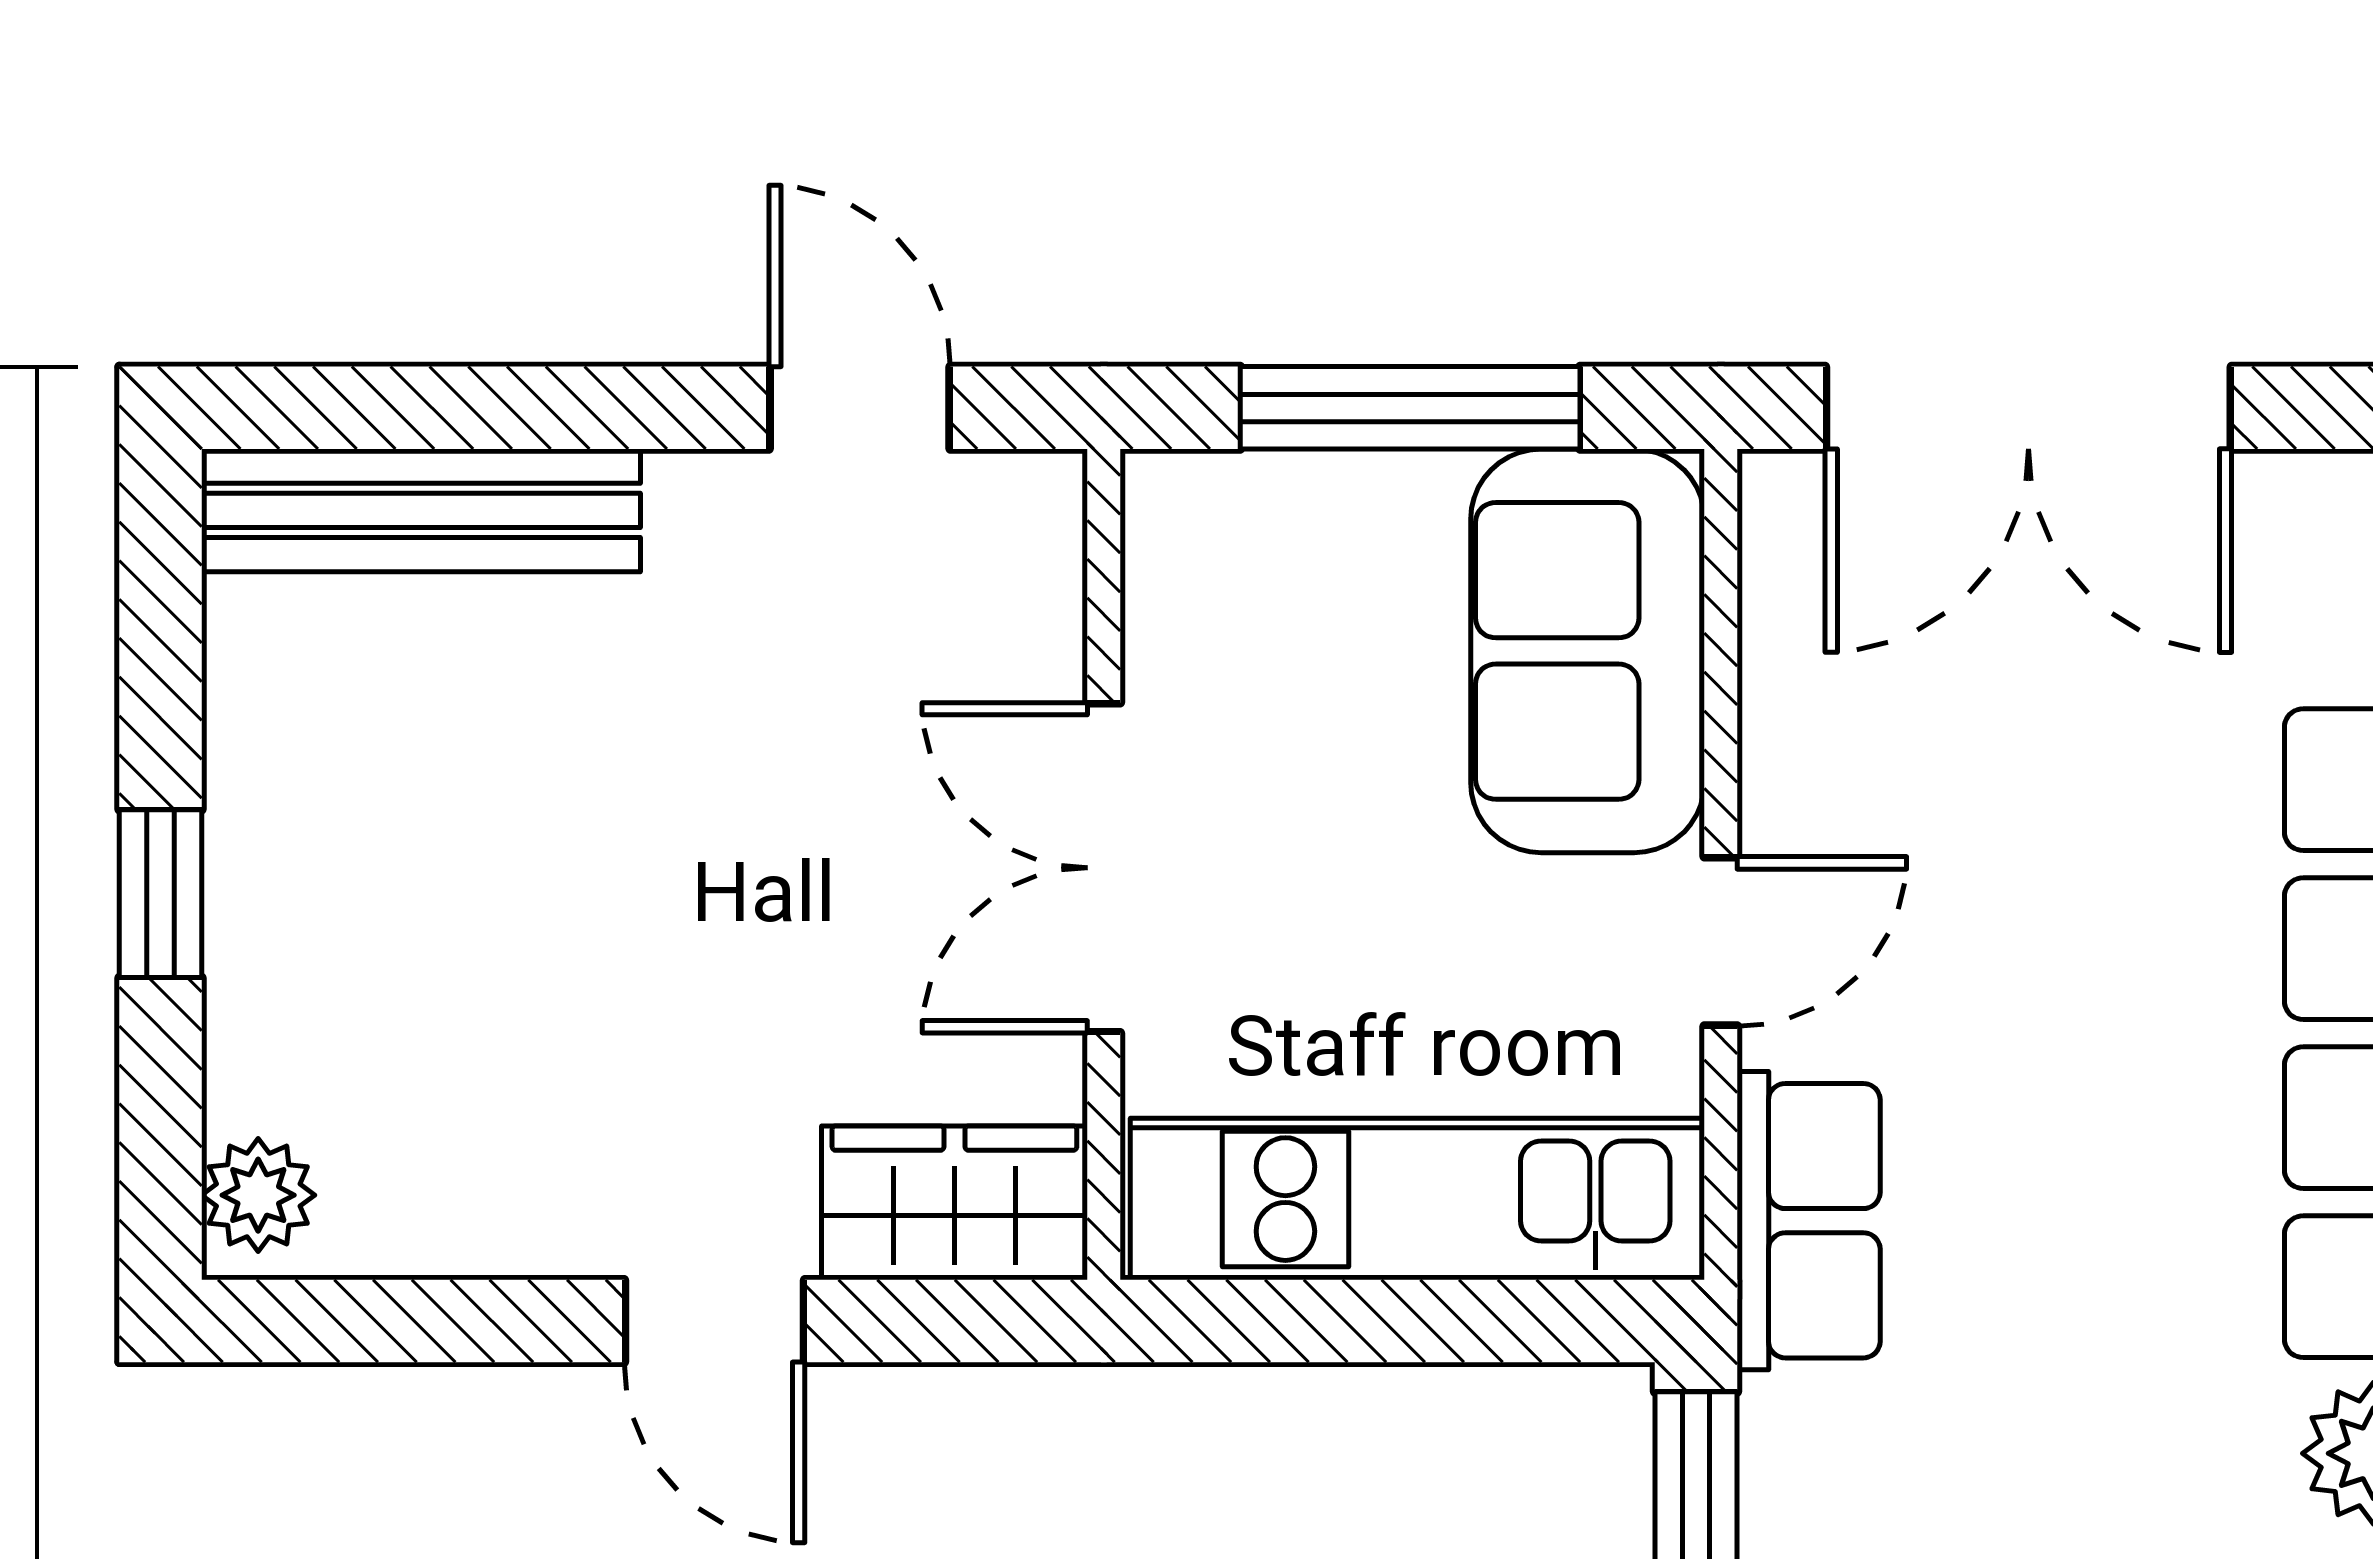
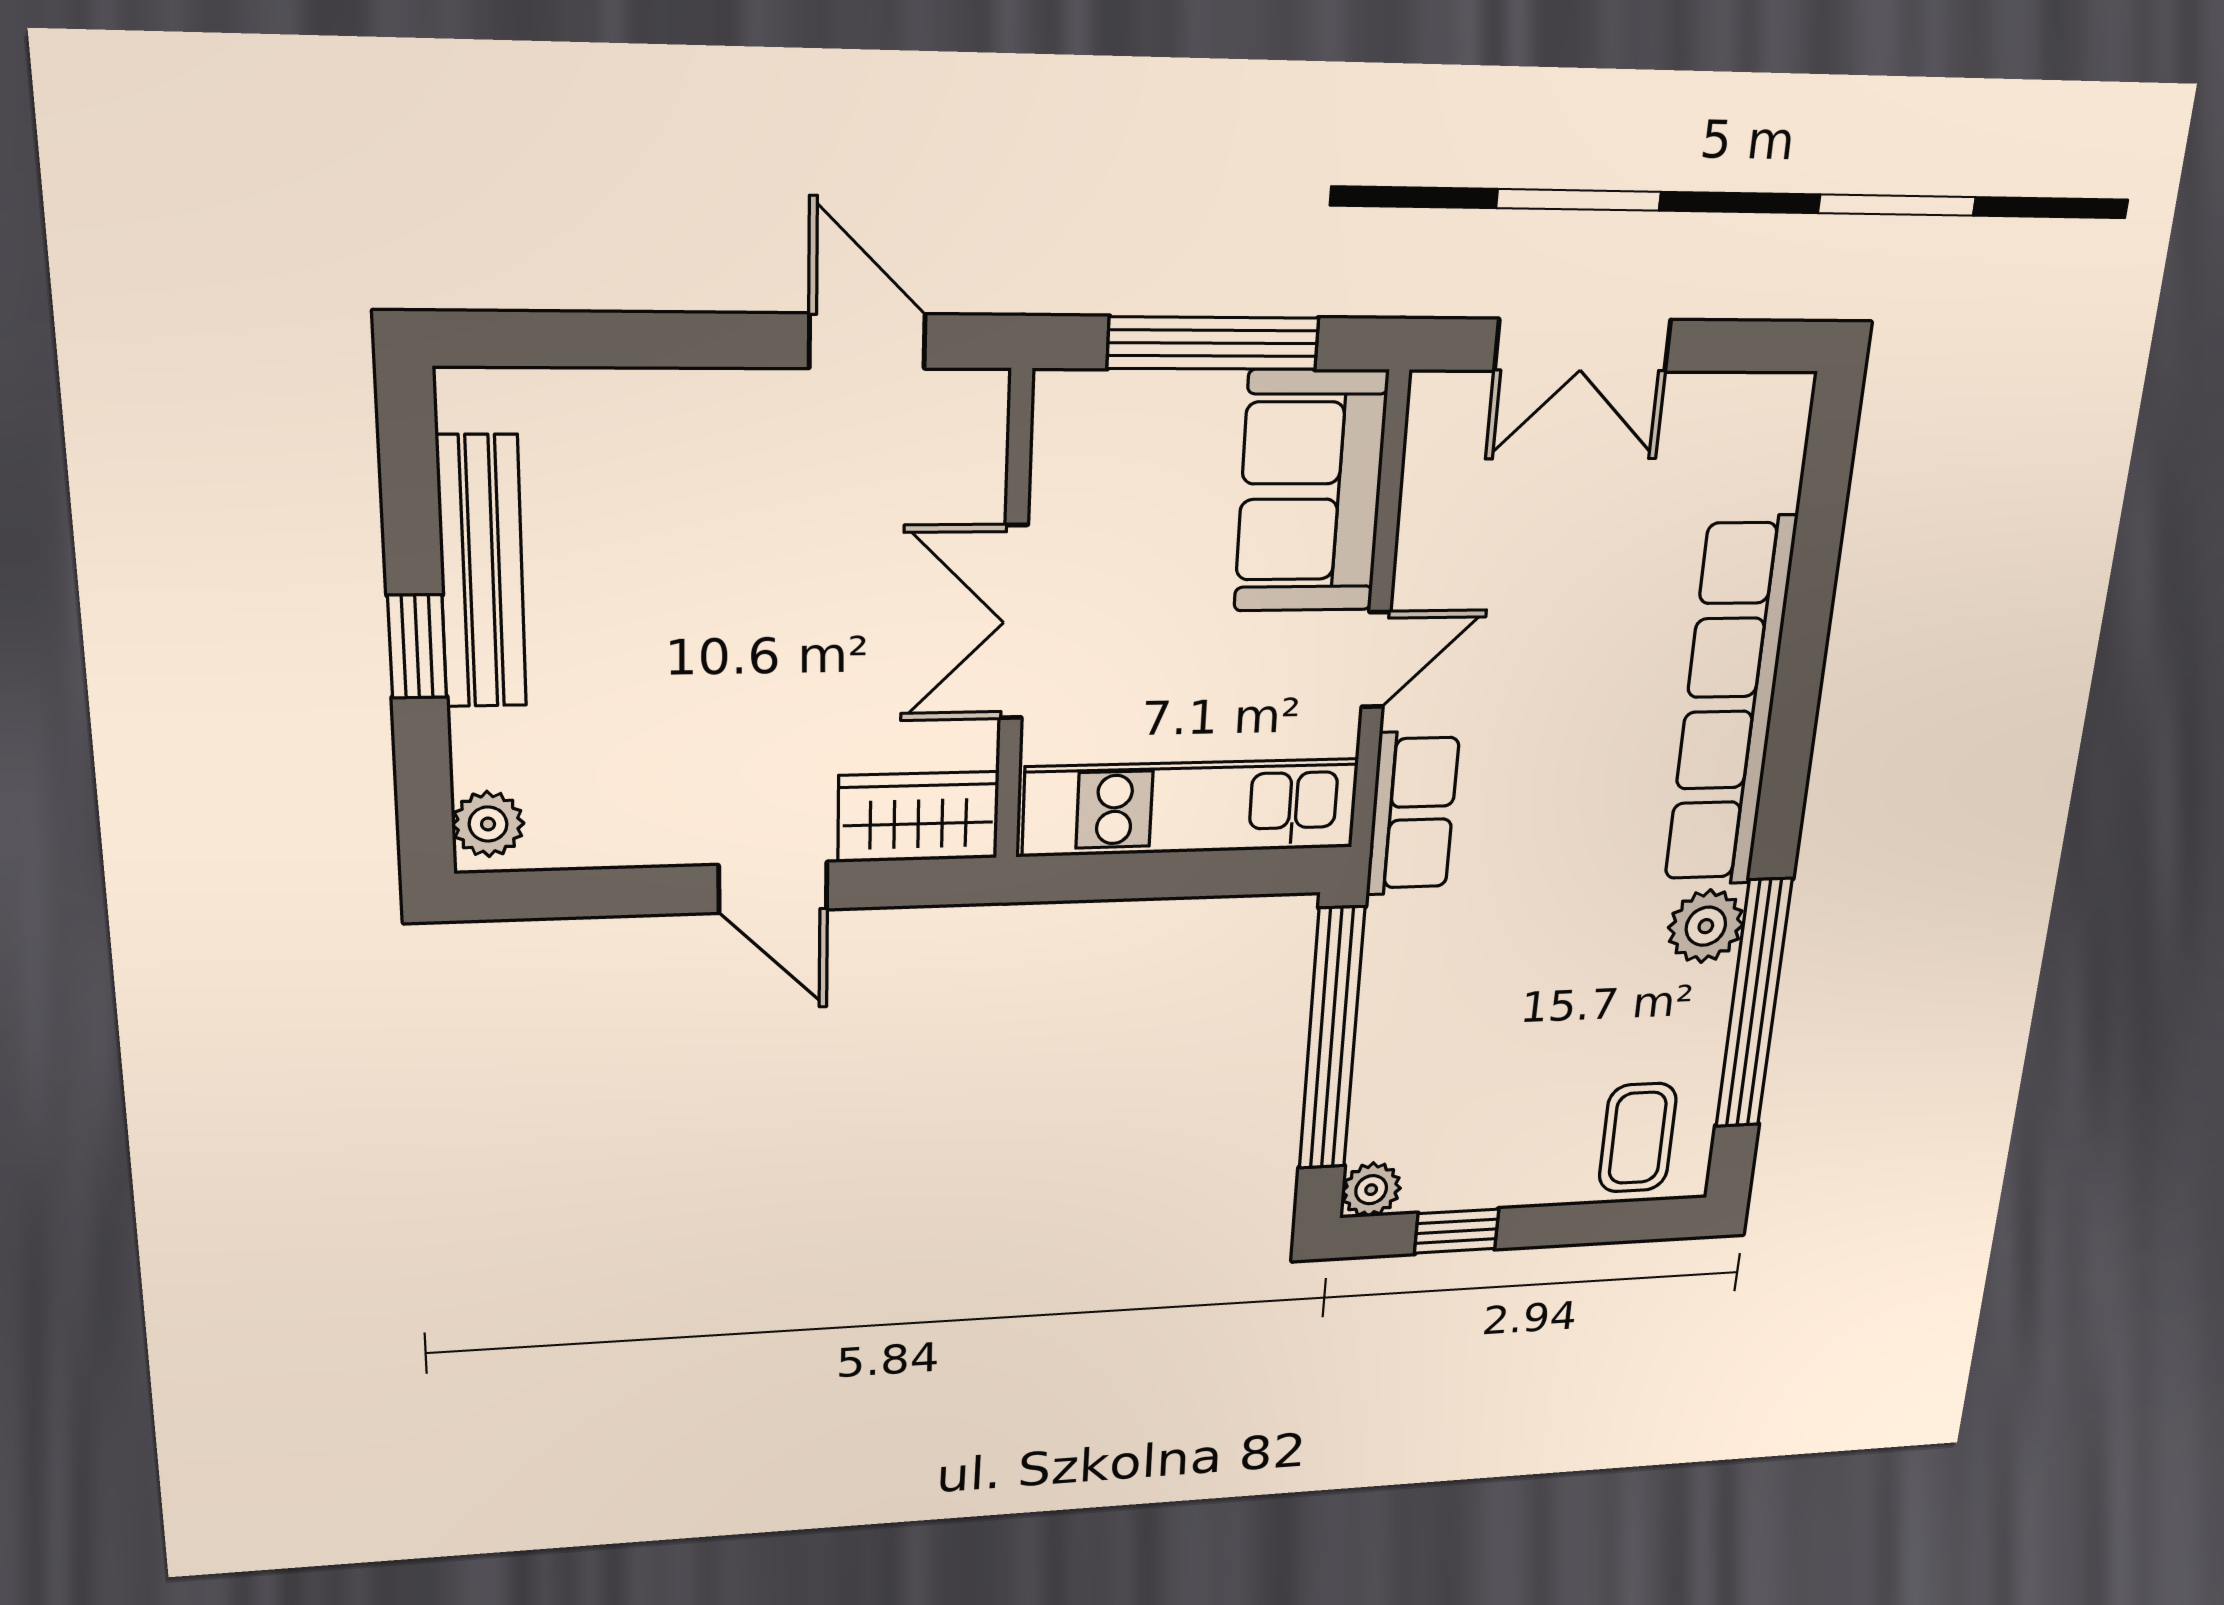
double door: (2028, 408) -> (1583, 345), width x0.73
bench: (421, 510) -> (482, 572), moved, turned 90

